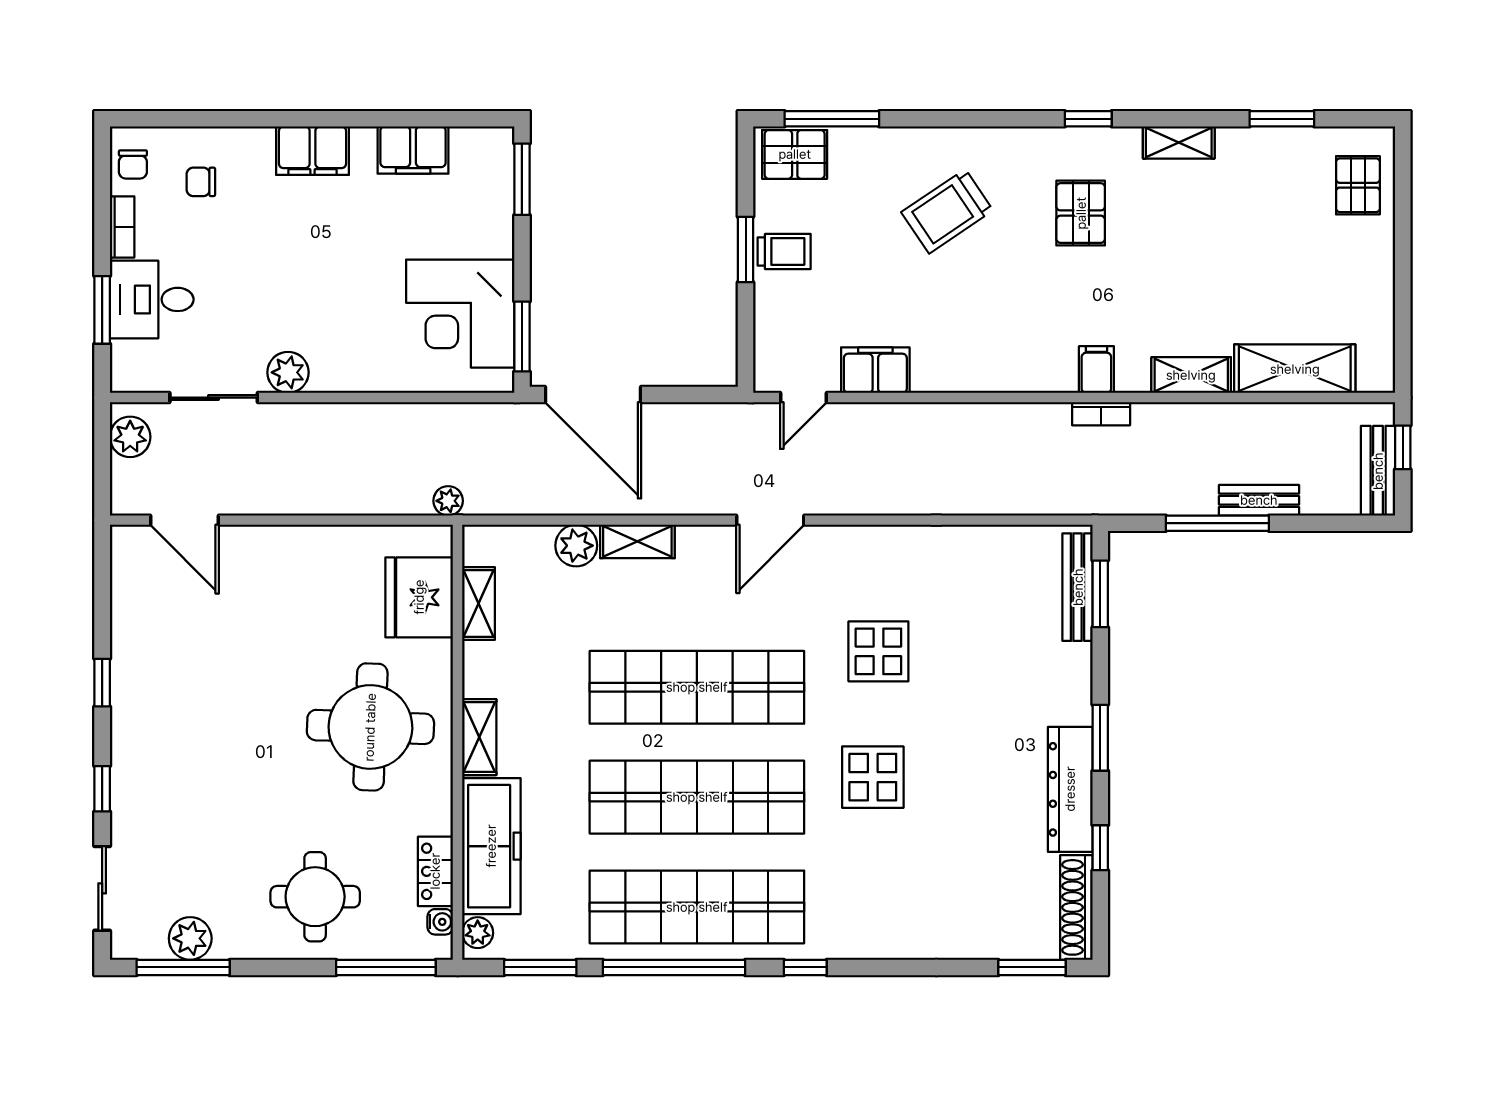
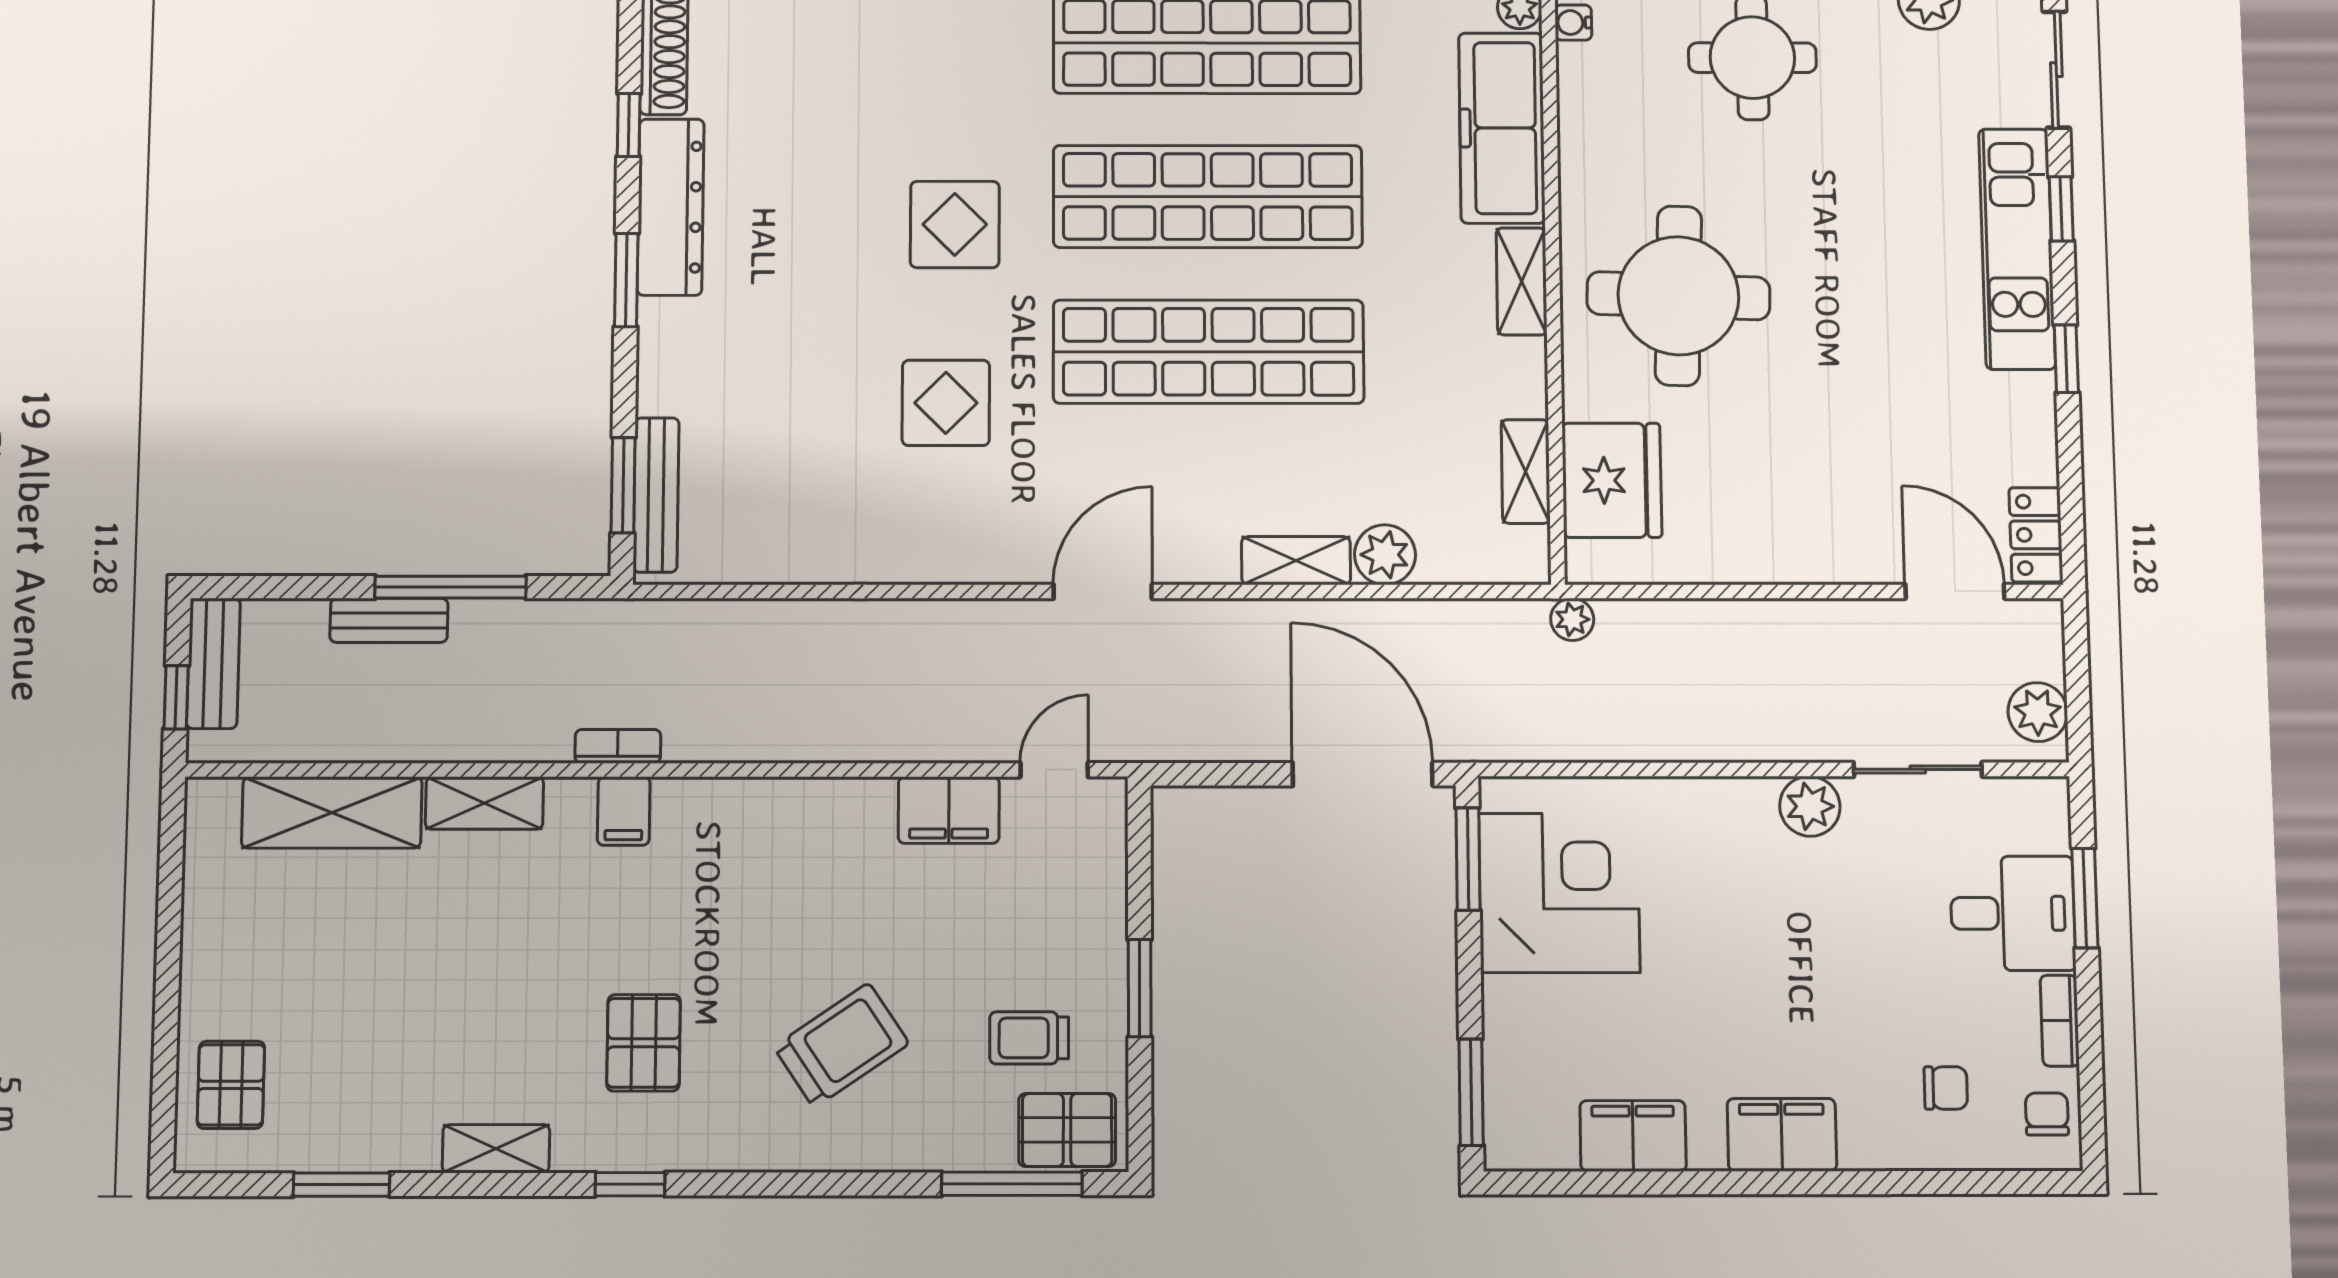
trolley: (784, 251) -> (1029, 1038), moved
kitchen unit: (134, 760) -> (2017, 249), added
locker: (435, 871) -> (2036, 535), moved, turned 180

